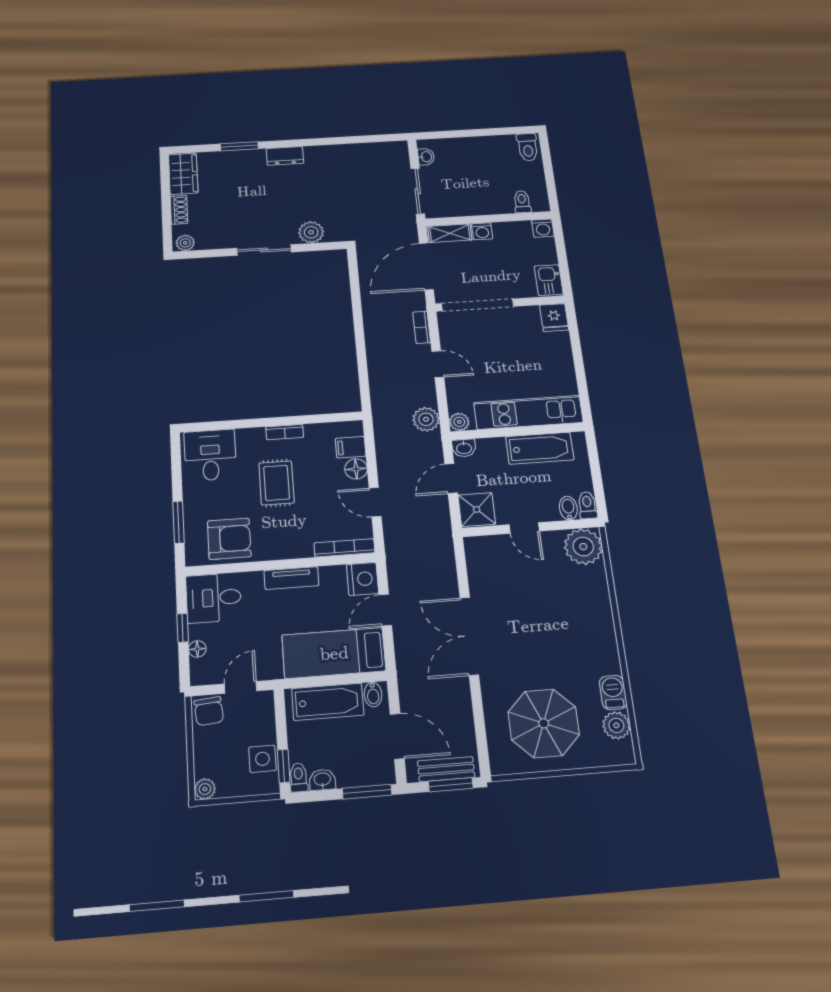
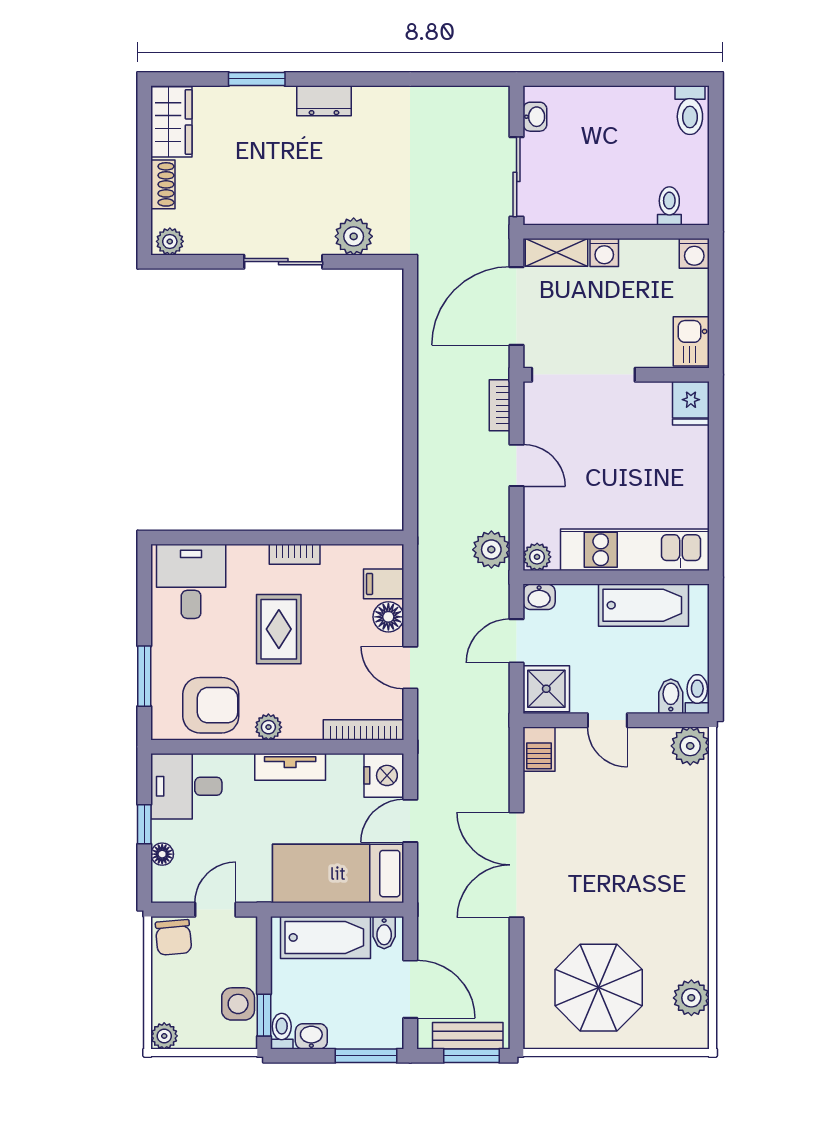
plant: (583, 547) -> (690, 746), width x0.73, depth x0.73
plant: (273, 551) -> (268, 727), added
barbecue: (613, 693) -> (539, 749), moved, turned 180

